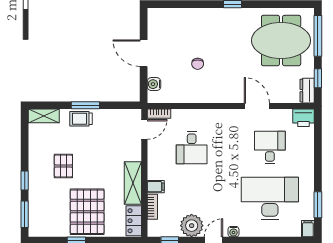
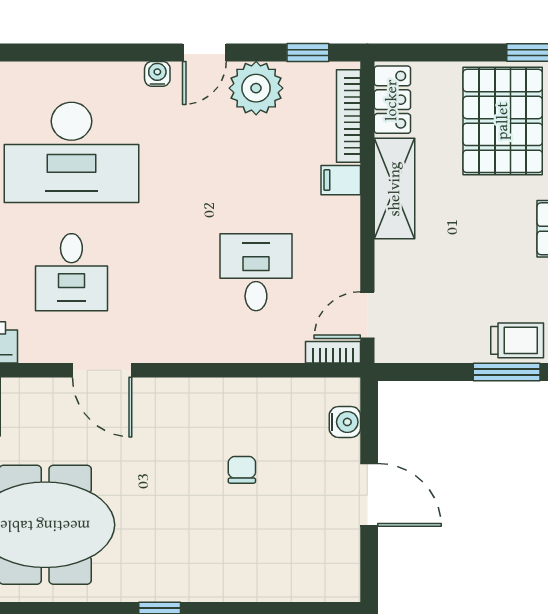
bookcase: (152, 207) -> (348, 116), width x1.56

